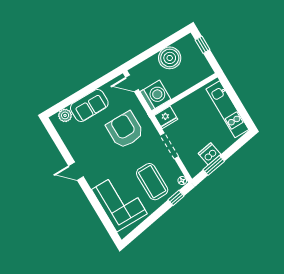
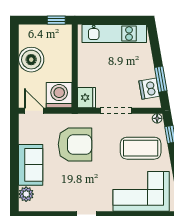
window: (203, 45) -> (56, 20), moved
door: (132, 83) -> (34, 111), swing flipped
armchair: (125, 130) -> (75, 144), turned 180
dishwasher: (210, 154) -> (149, 89), moved

